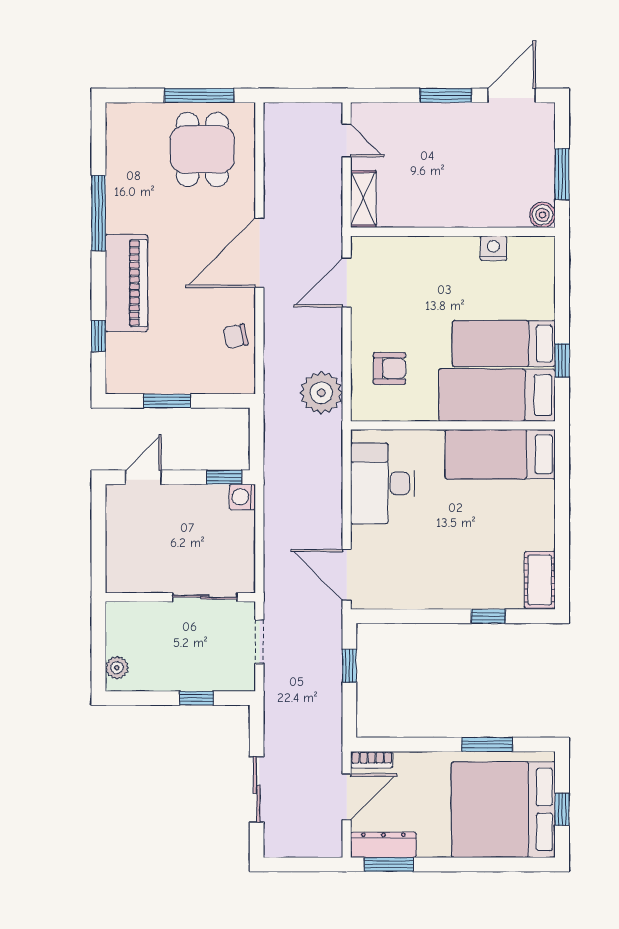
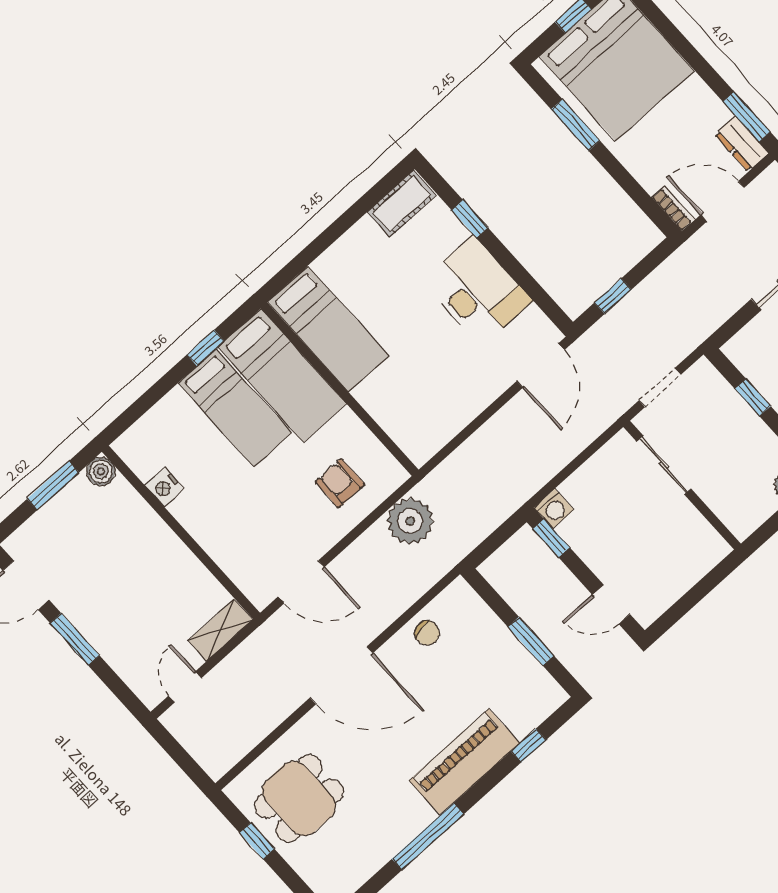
window: (199, 95) -> (257, 841), width x0.46
desk: (383, 483) -> (477, 291), moved, turned -90
dresser: (383, 845) -> (742, 144), width x0.70

